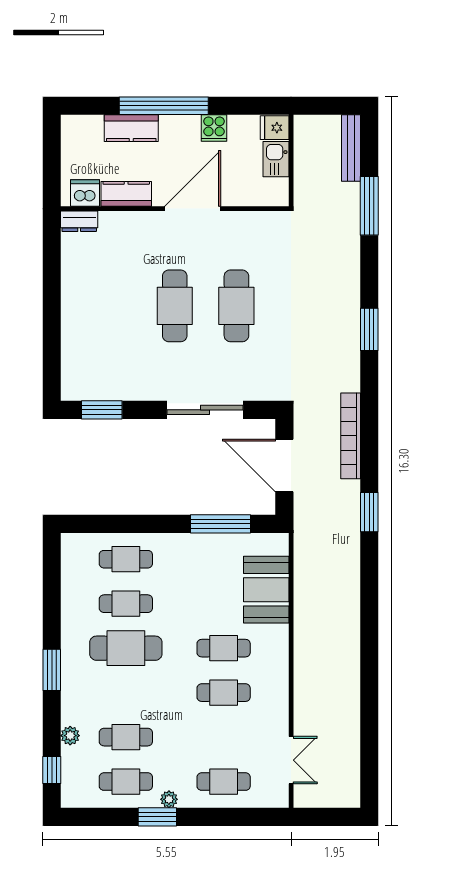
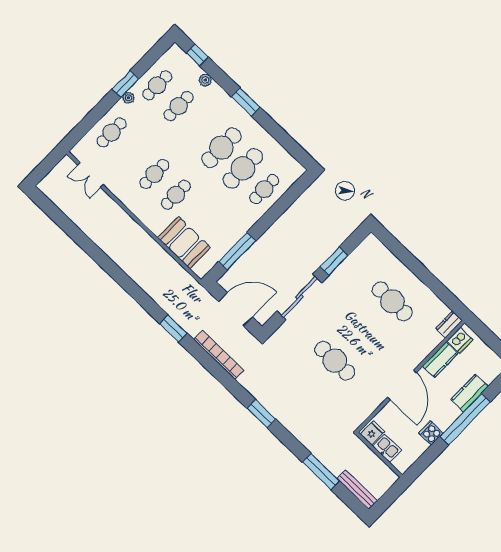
fridge: (275, 128) -> (372, 433), moved
cafe table: (175, 306) -> (392, 301), moved
window: (102, 410) -> (334, 261), moved
cafe table: (126, 604) -> (243, 168), width x1.37, depth x1.35

